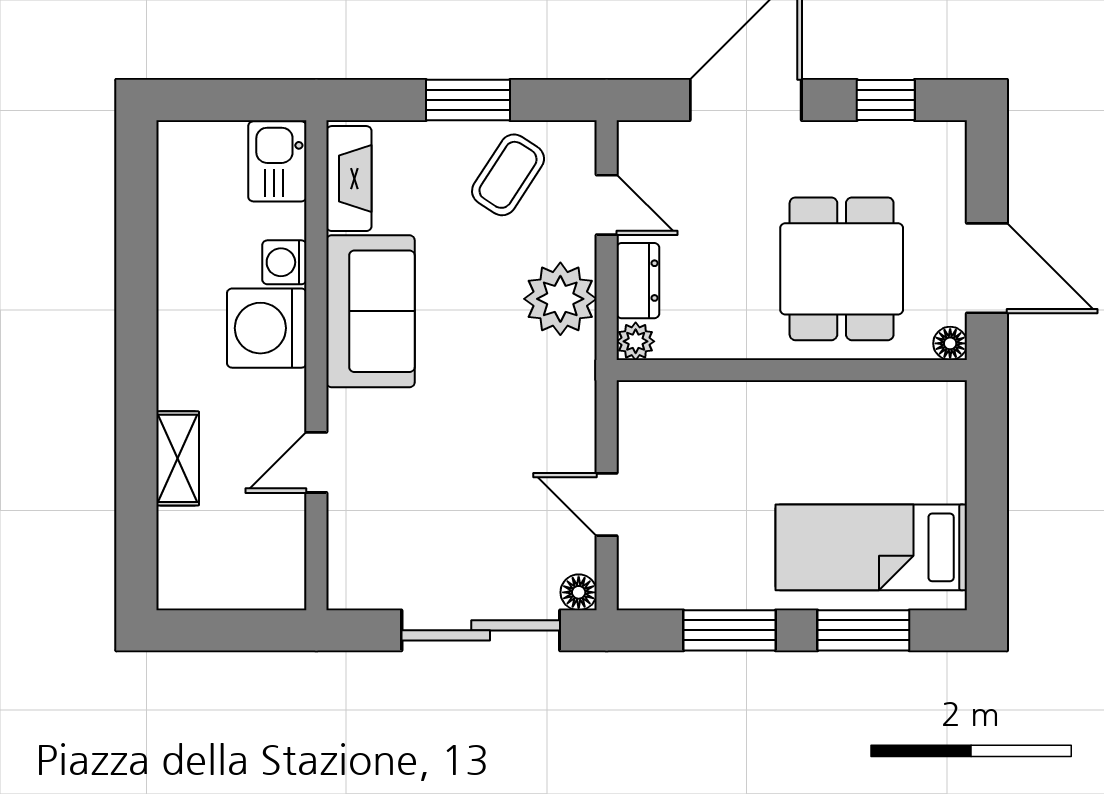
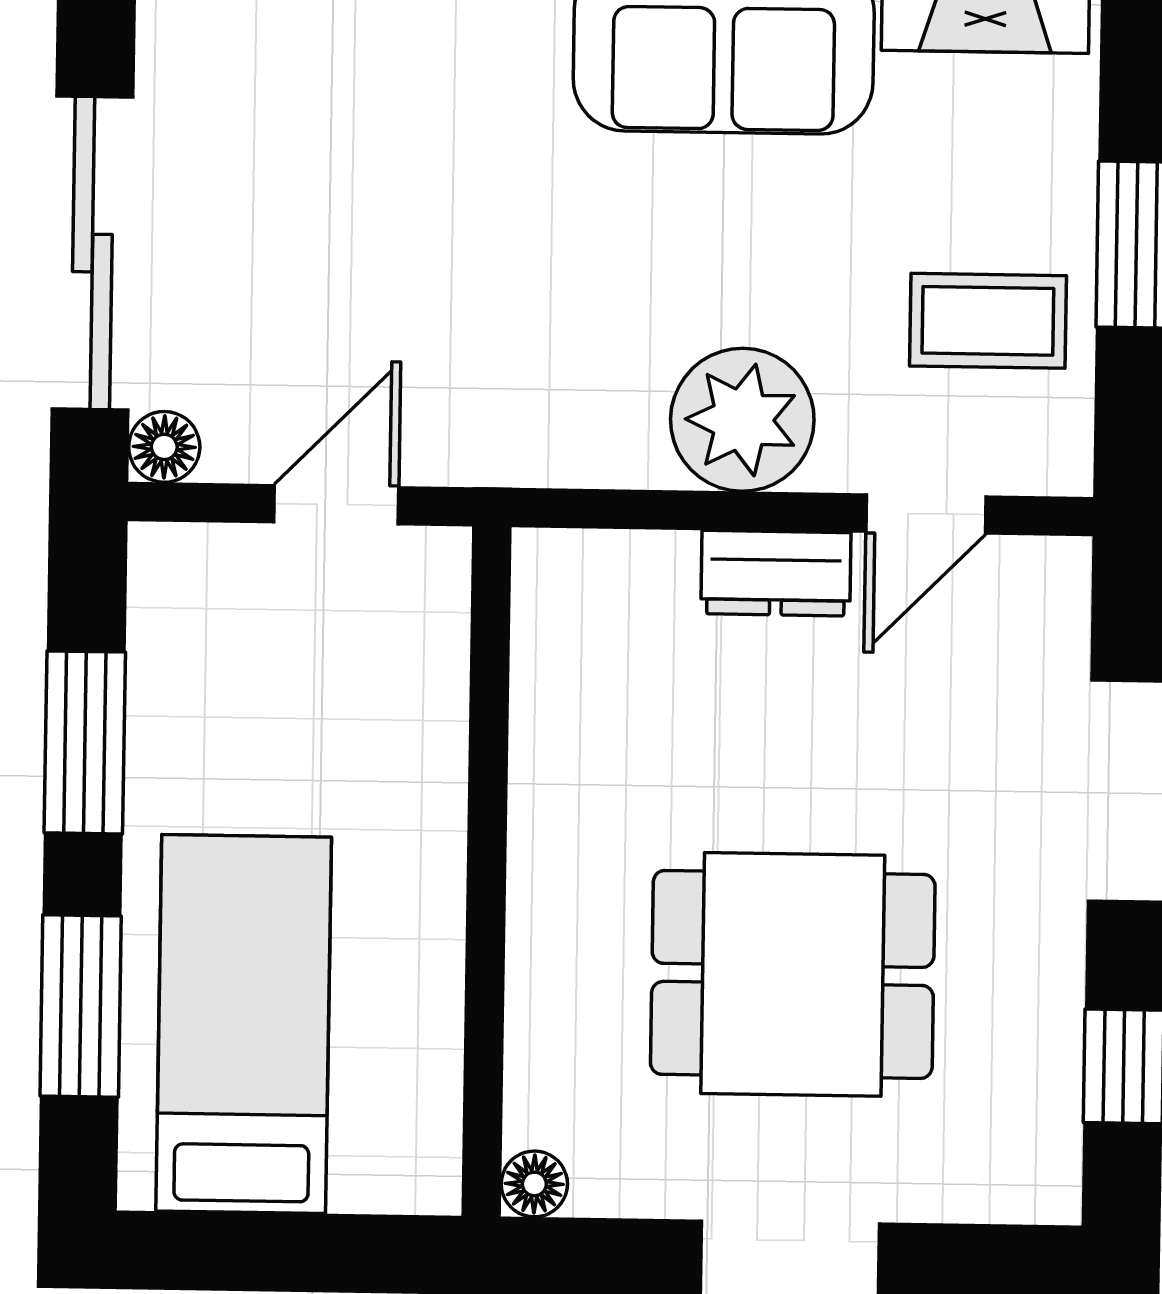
coffee table: (508, 175) -> (988, 321), turned -33
plant: (636, 341) -> (656, 567), removed
floor lamp: (950, 343) -> (534, 1184), moved
wall: (792, 370) -> (486, 872), moved

